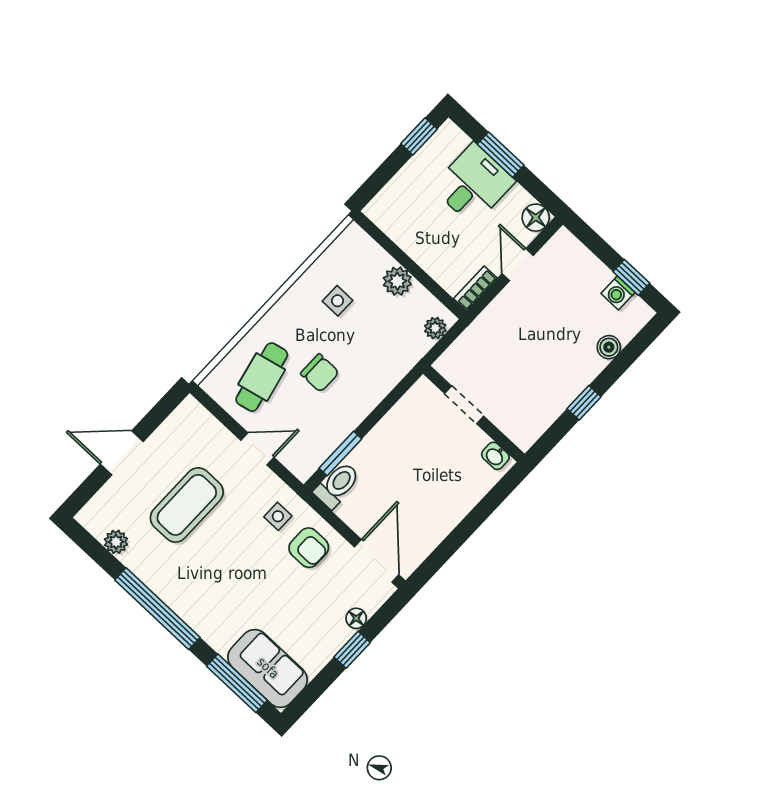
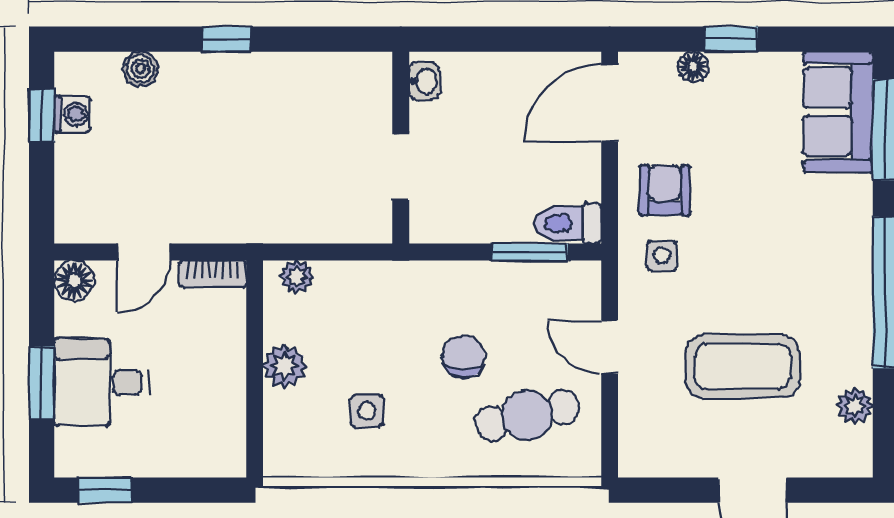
doorway: (464, 405) -> (401, 167), moved
wall: (474, 414) -> (401, 148), moved
washbasin: (495, 456) -> (424, 81), moved

